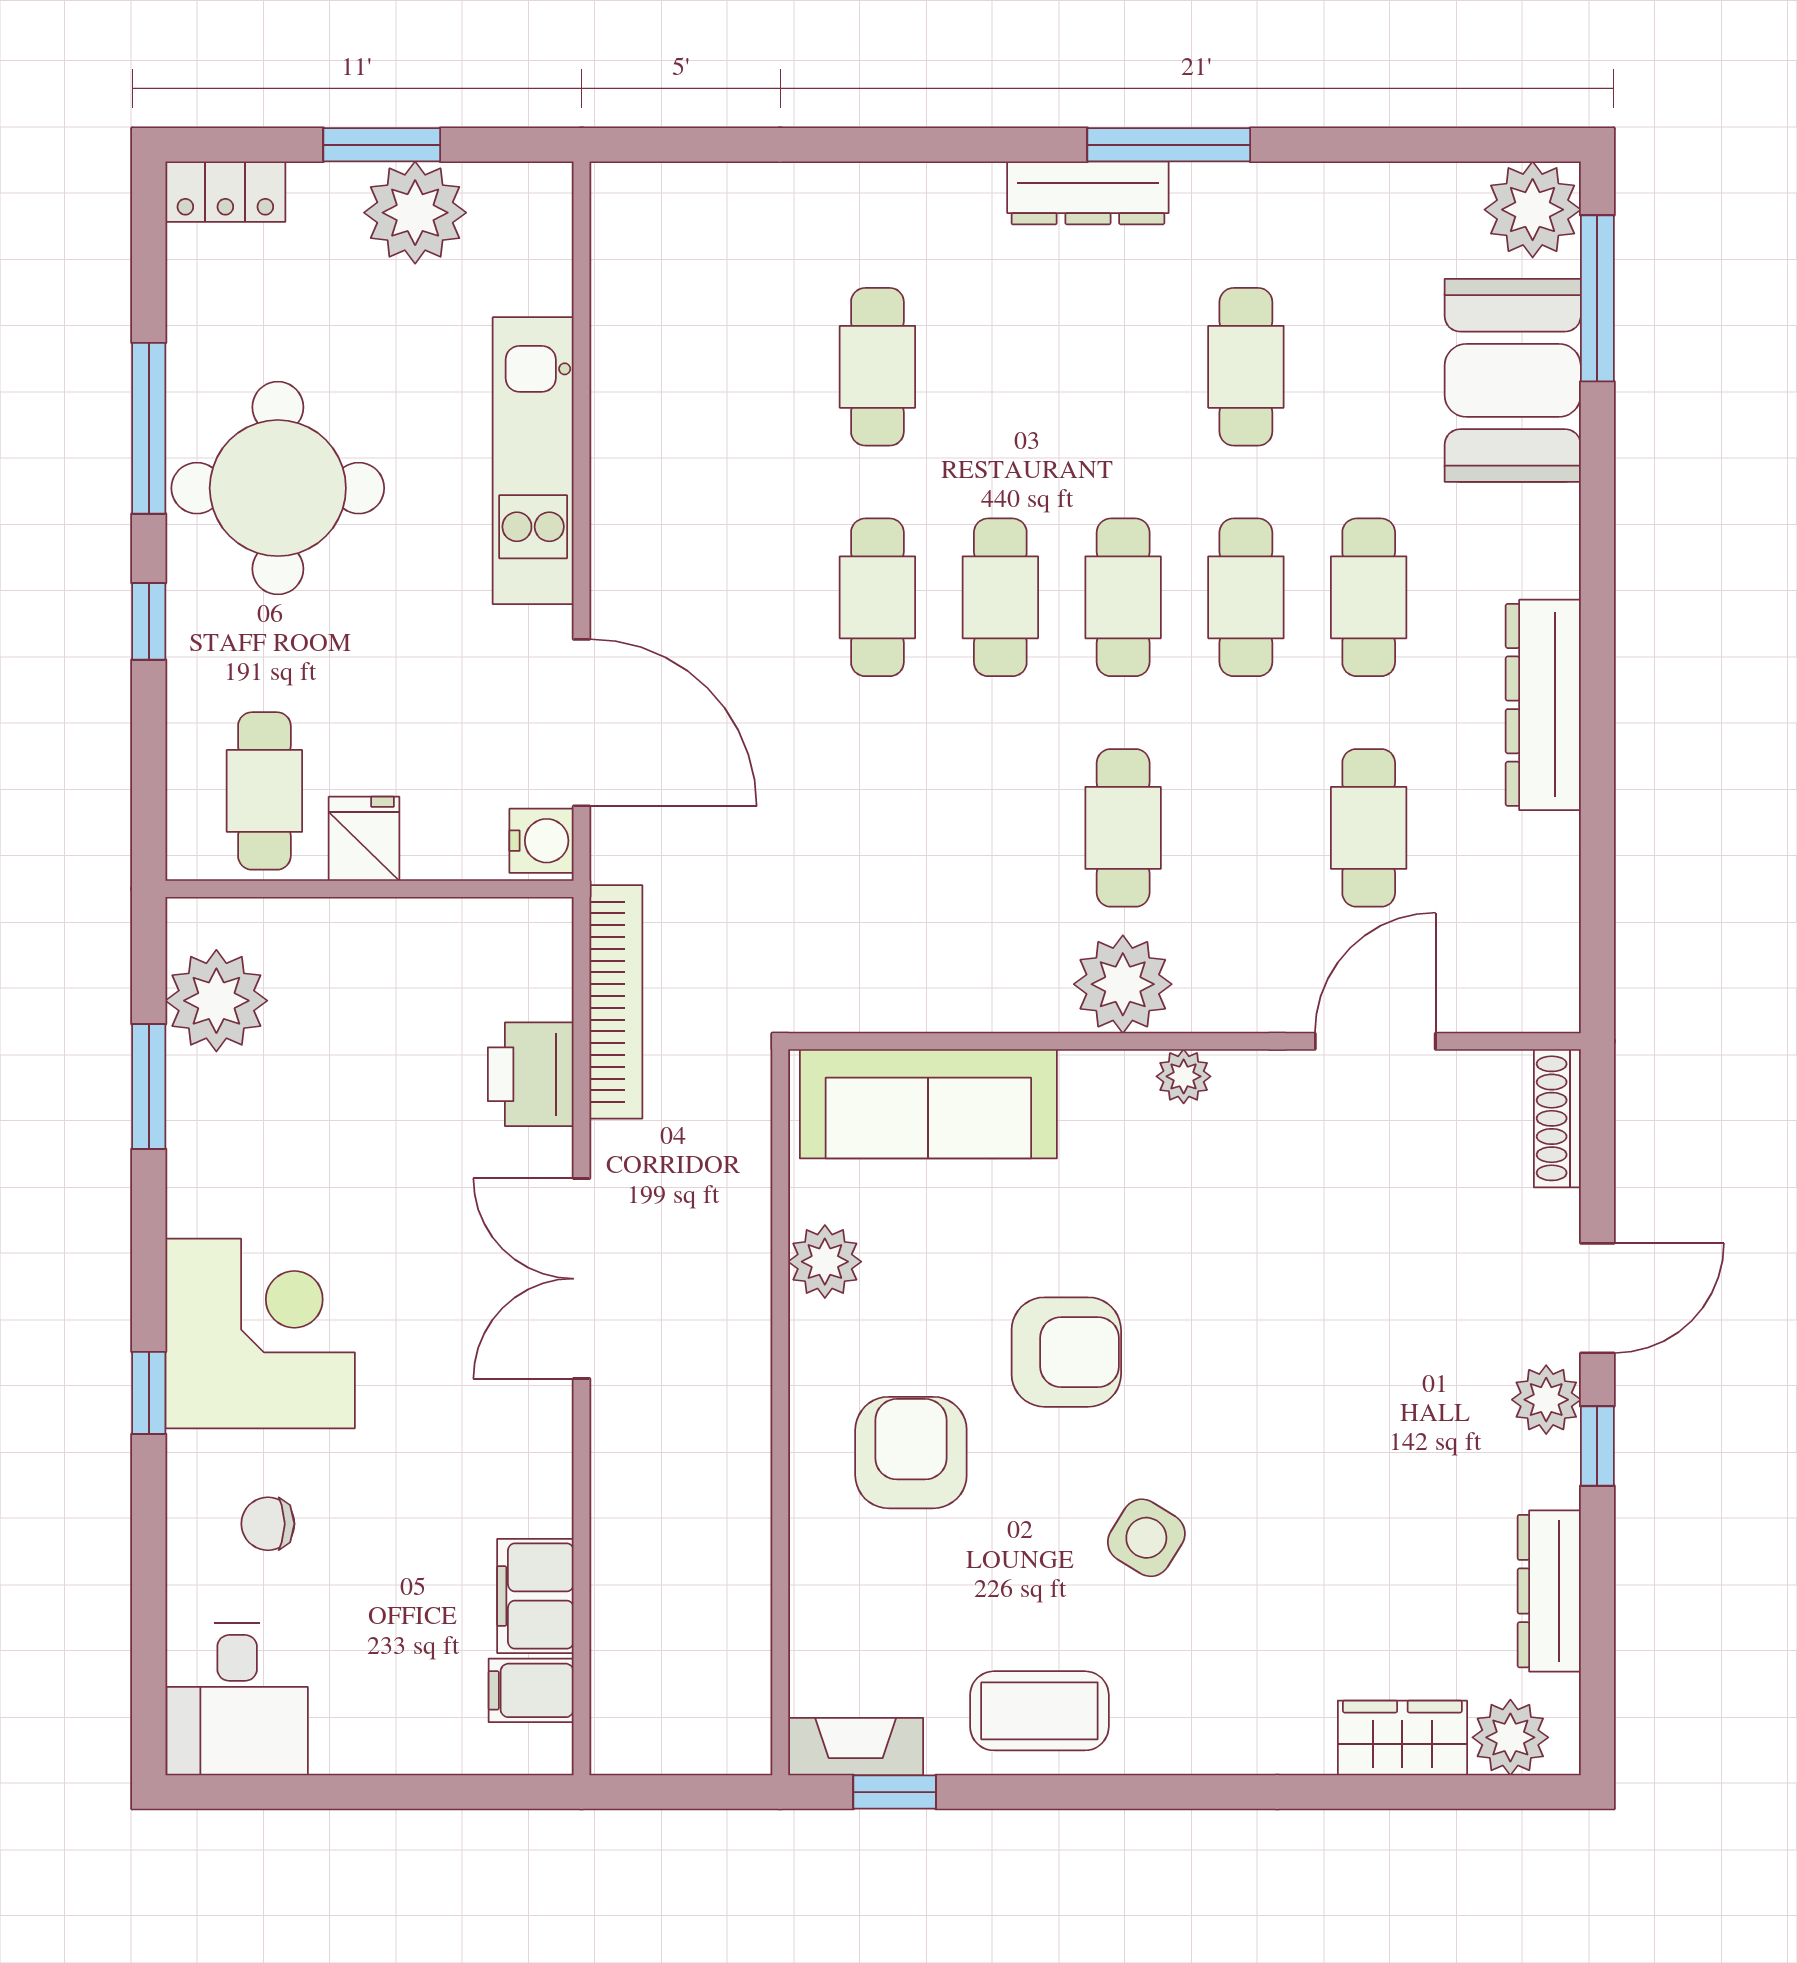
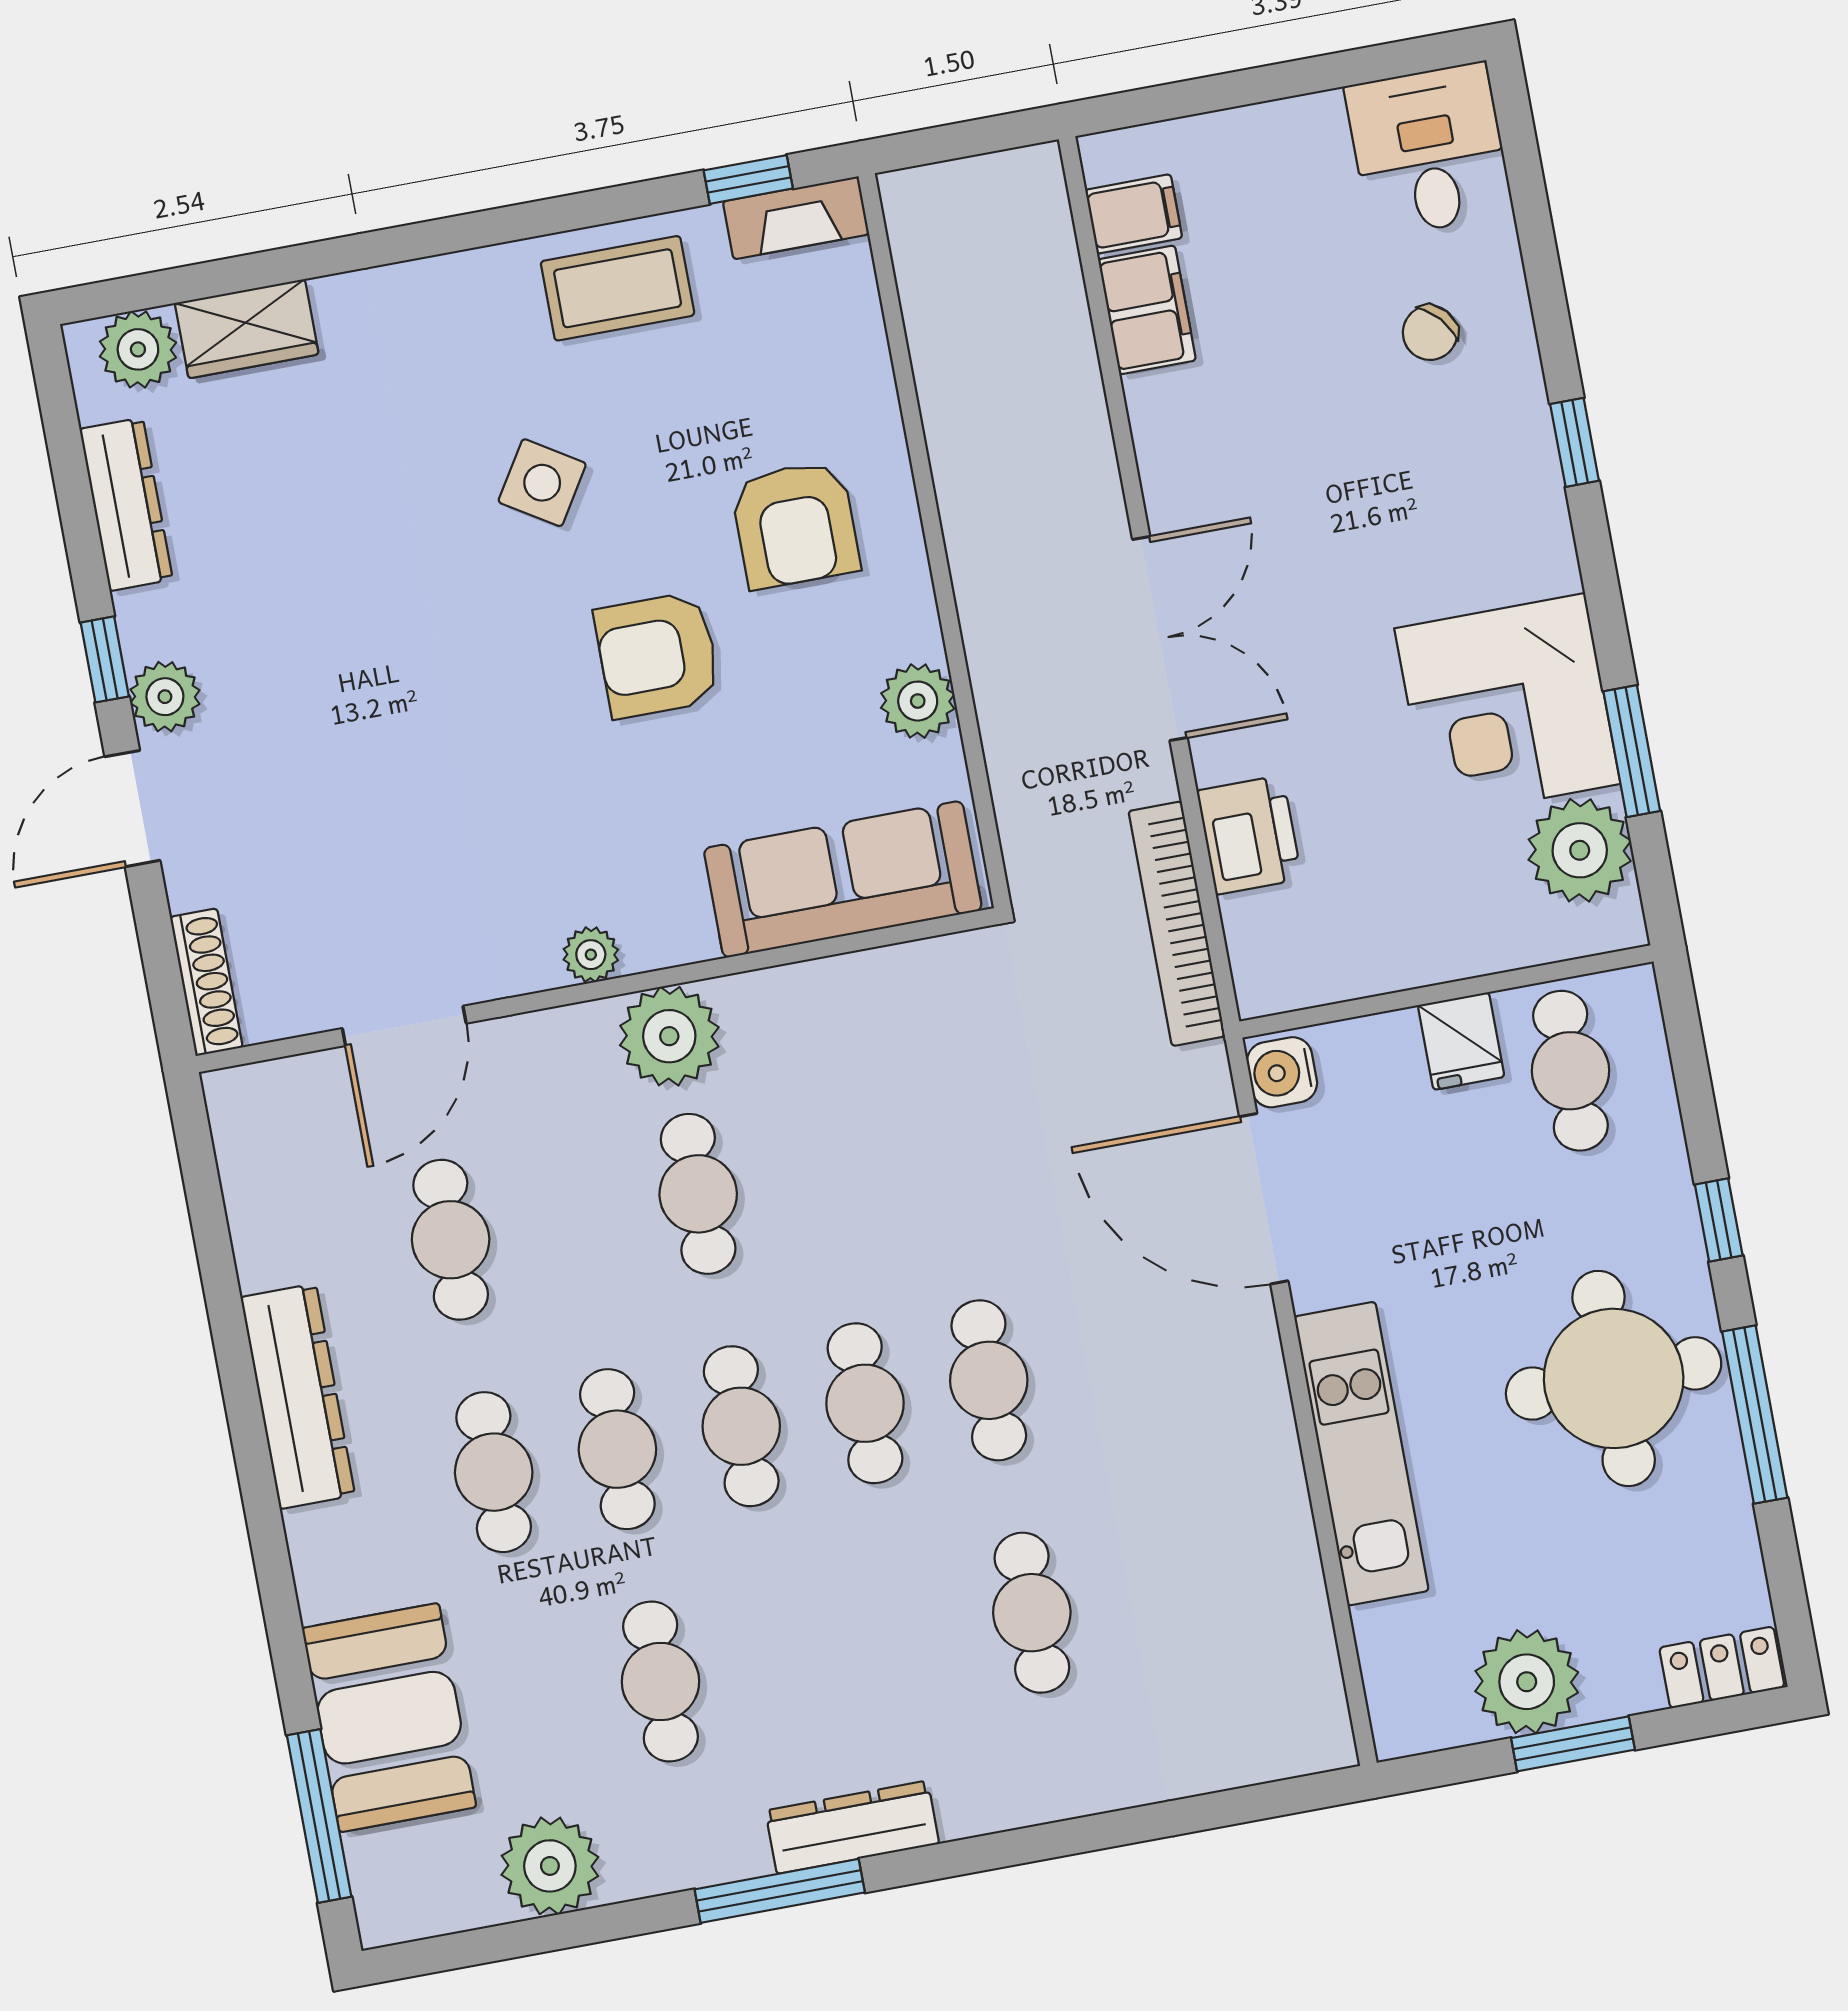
plant: (1533, 210) -> (550, 1866), moved
corner desk: (260, 1334) -> (1507, 706), moved
chair: (268, 1524) -> (1430, 333), turned 139

